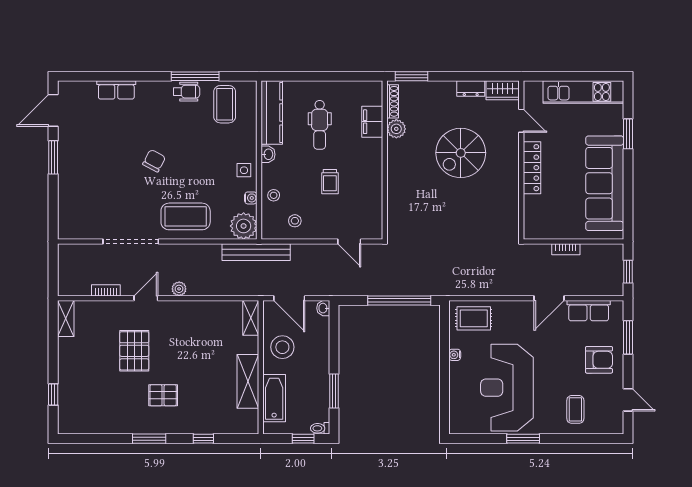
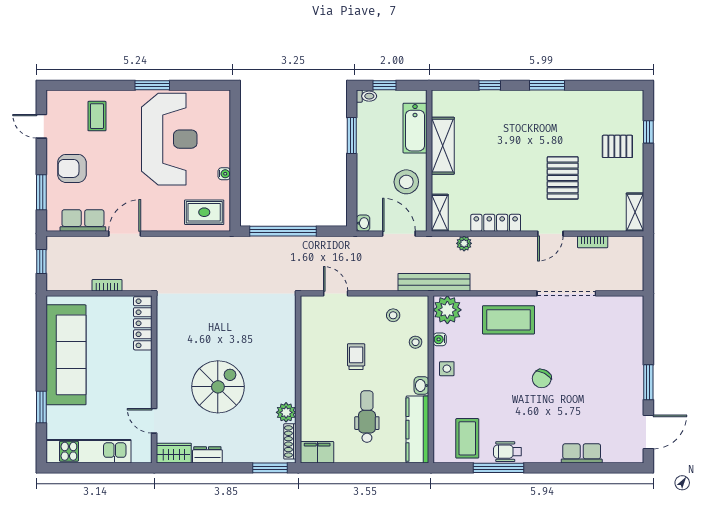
filing cabinet: (372, 122) -> (317, 452), moved, turned -90
locker: (532, 168) -> (143, 323), moved
plant: (179, 289) -> (464, 243), moved
locker: (198, 308) -> (496, 223), added
pallet: (163, 395) -> (617, 146), moved

